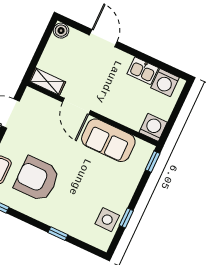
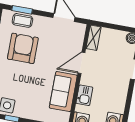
kitchen sink: (143, 71) -> (84, 95), moved, turned 180

